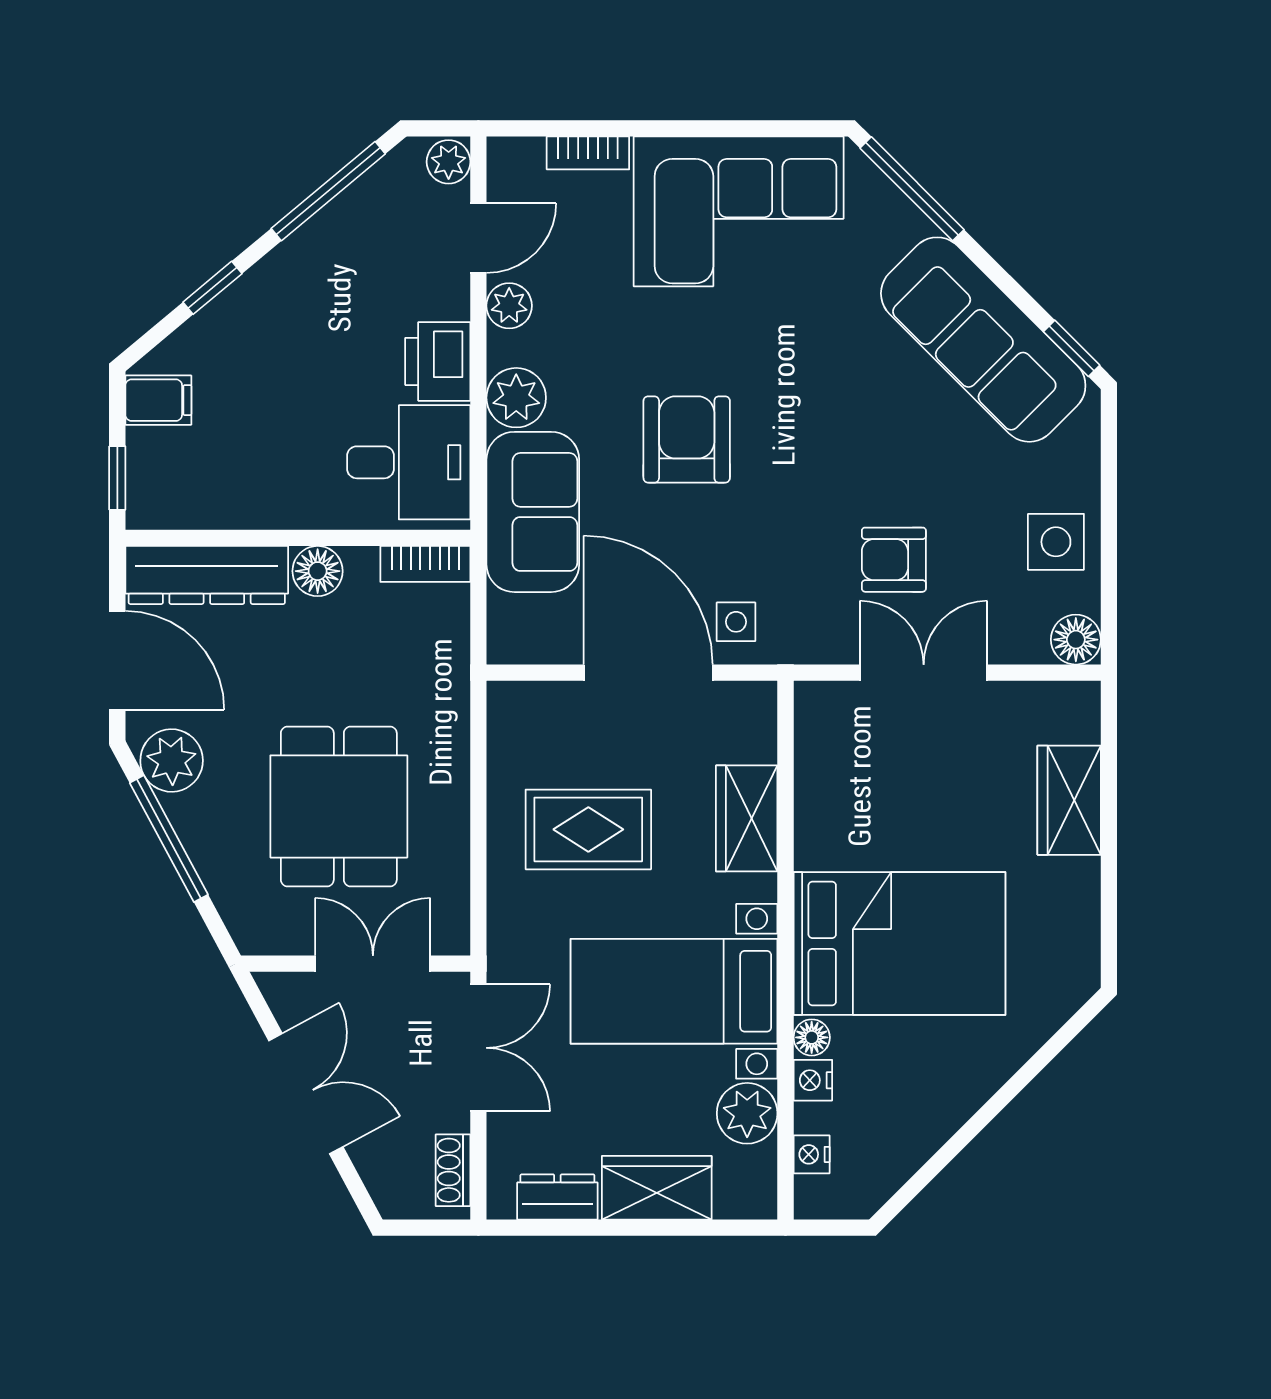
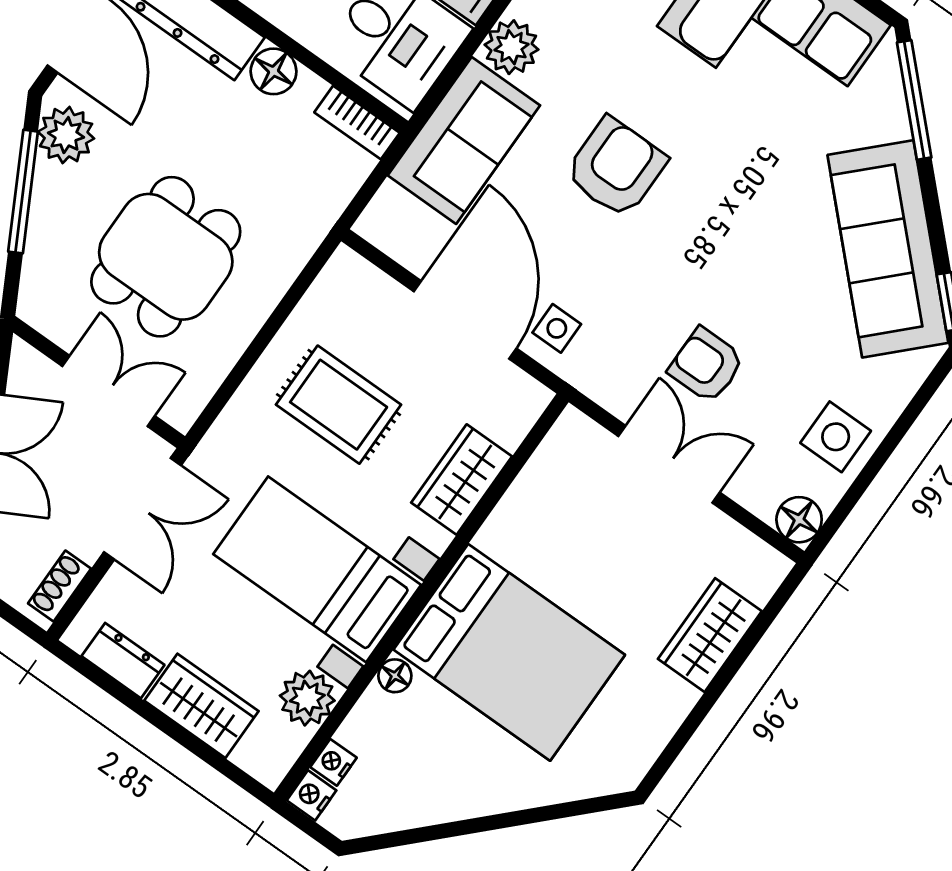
nightstand: (813, 1080) -> (311, 795), moved

